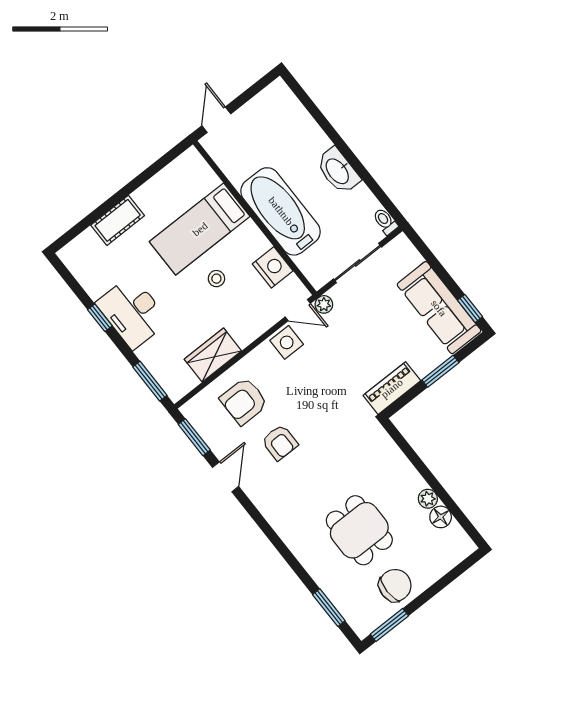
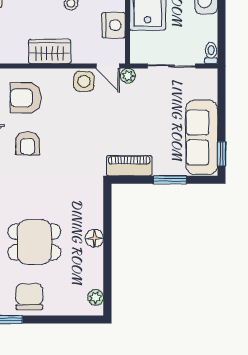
wardrobe: (213, 355) -> (50, 51), moved
plant: (428, 499) -> (96, 297), moved
floor lamp: (441, 517) -> (94, 238), moved
dining table: (359, 530) -> (34, 242), turned 90
chair: (395, 585) -> (29, 297), turned -90

